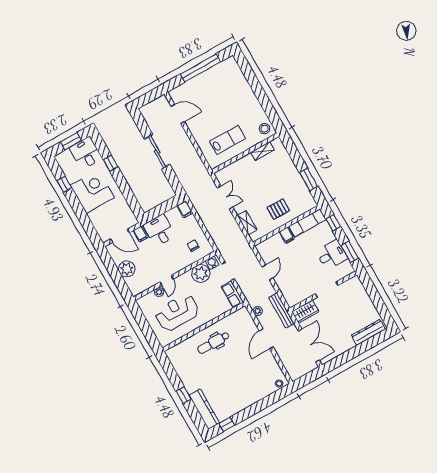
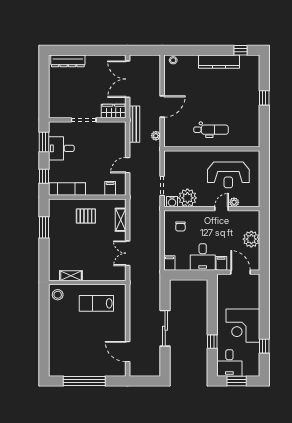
filing cabinet: (287, 235) -> (110, 188), moved
row of seats: (232, 294) -> (170, 163), removed
kitchen counter: (204, 409) -> (219, 62), moved, turned -90

